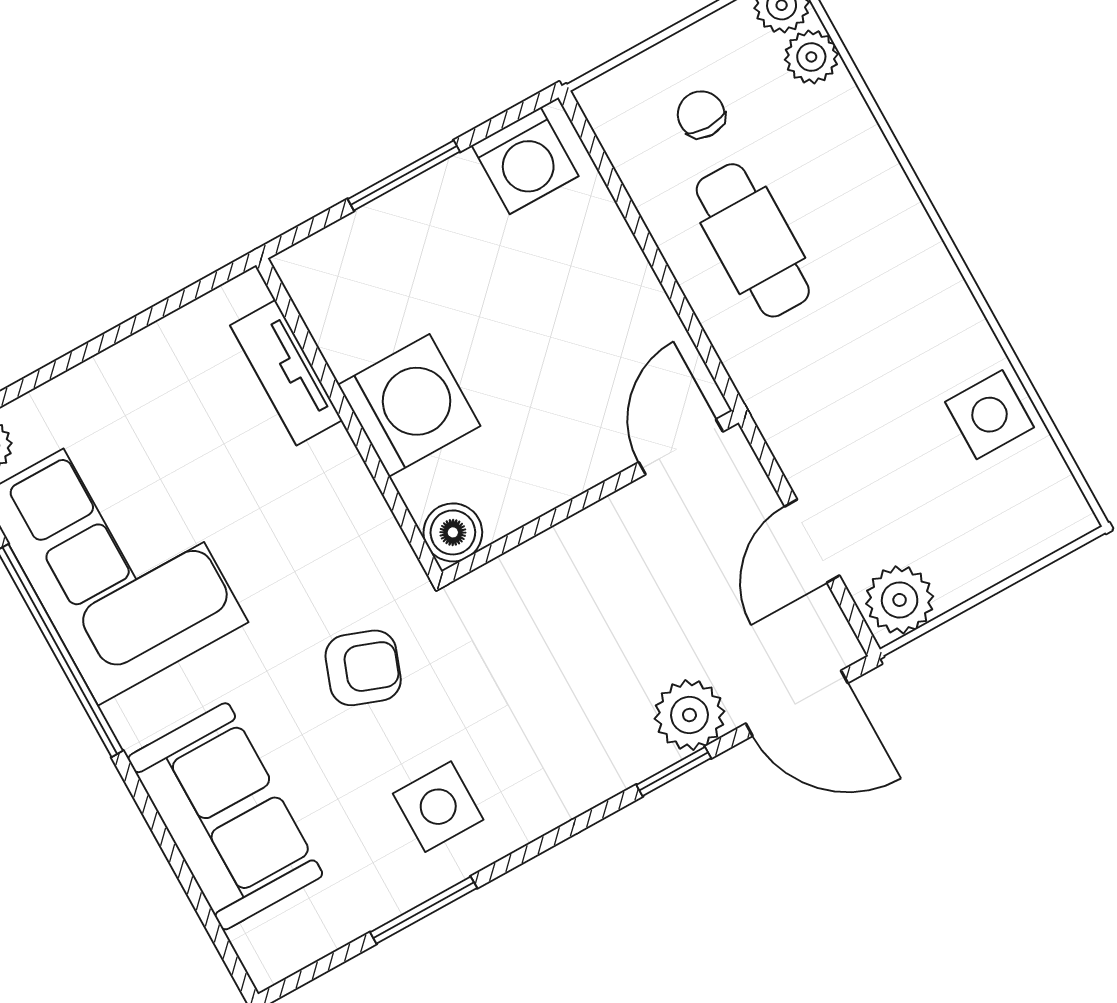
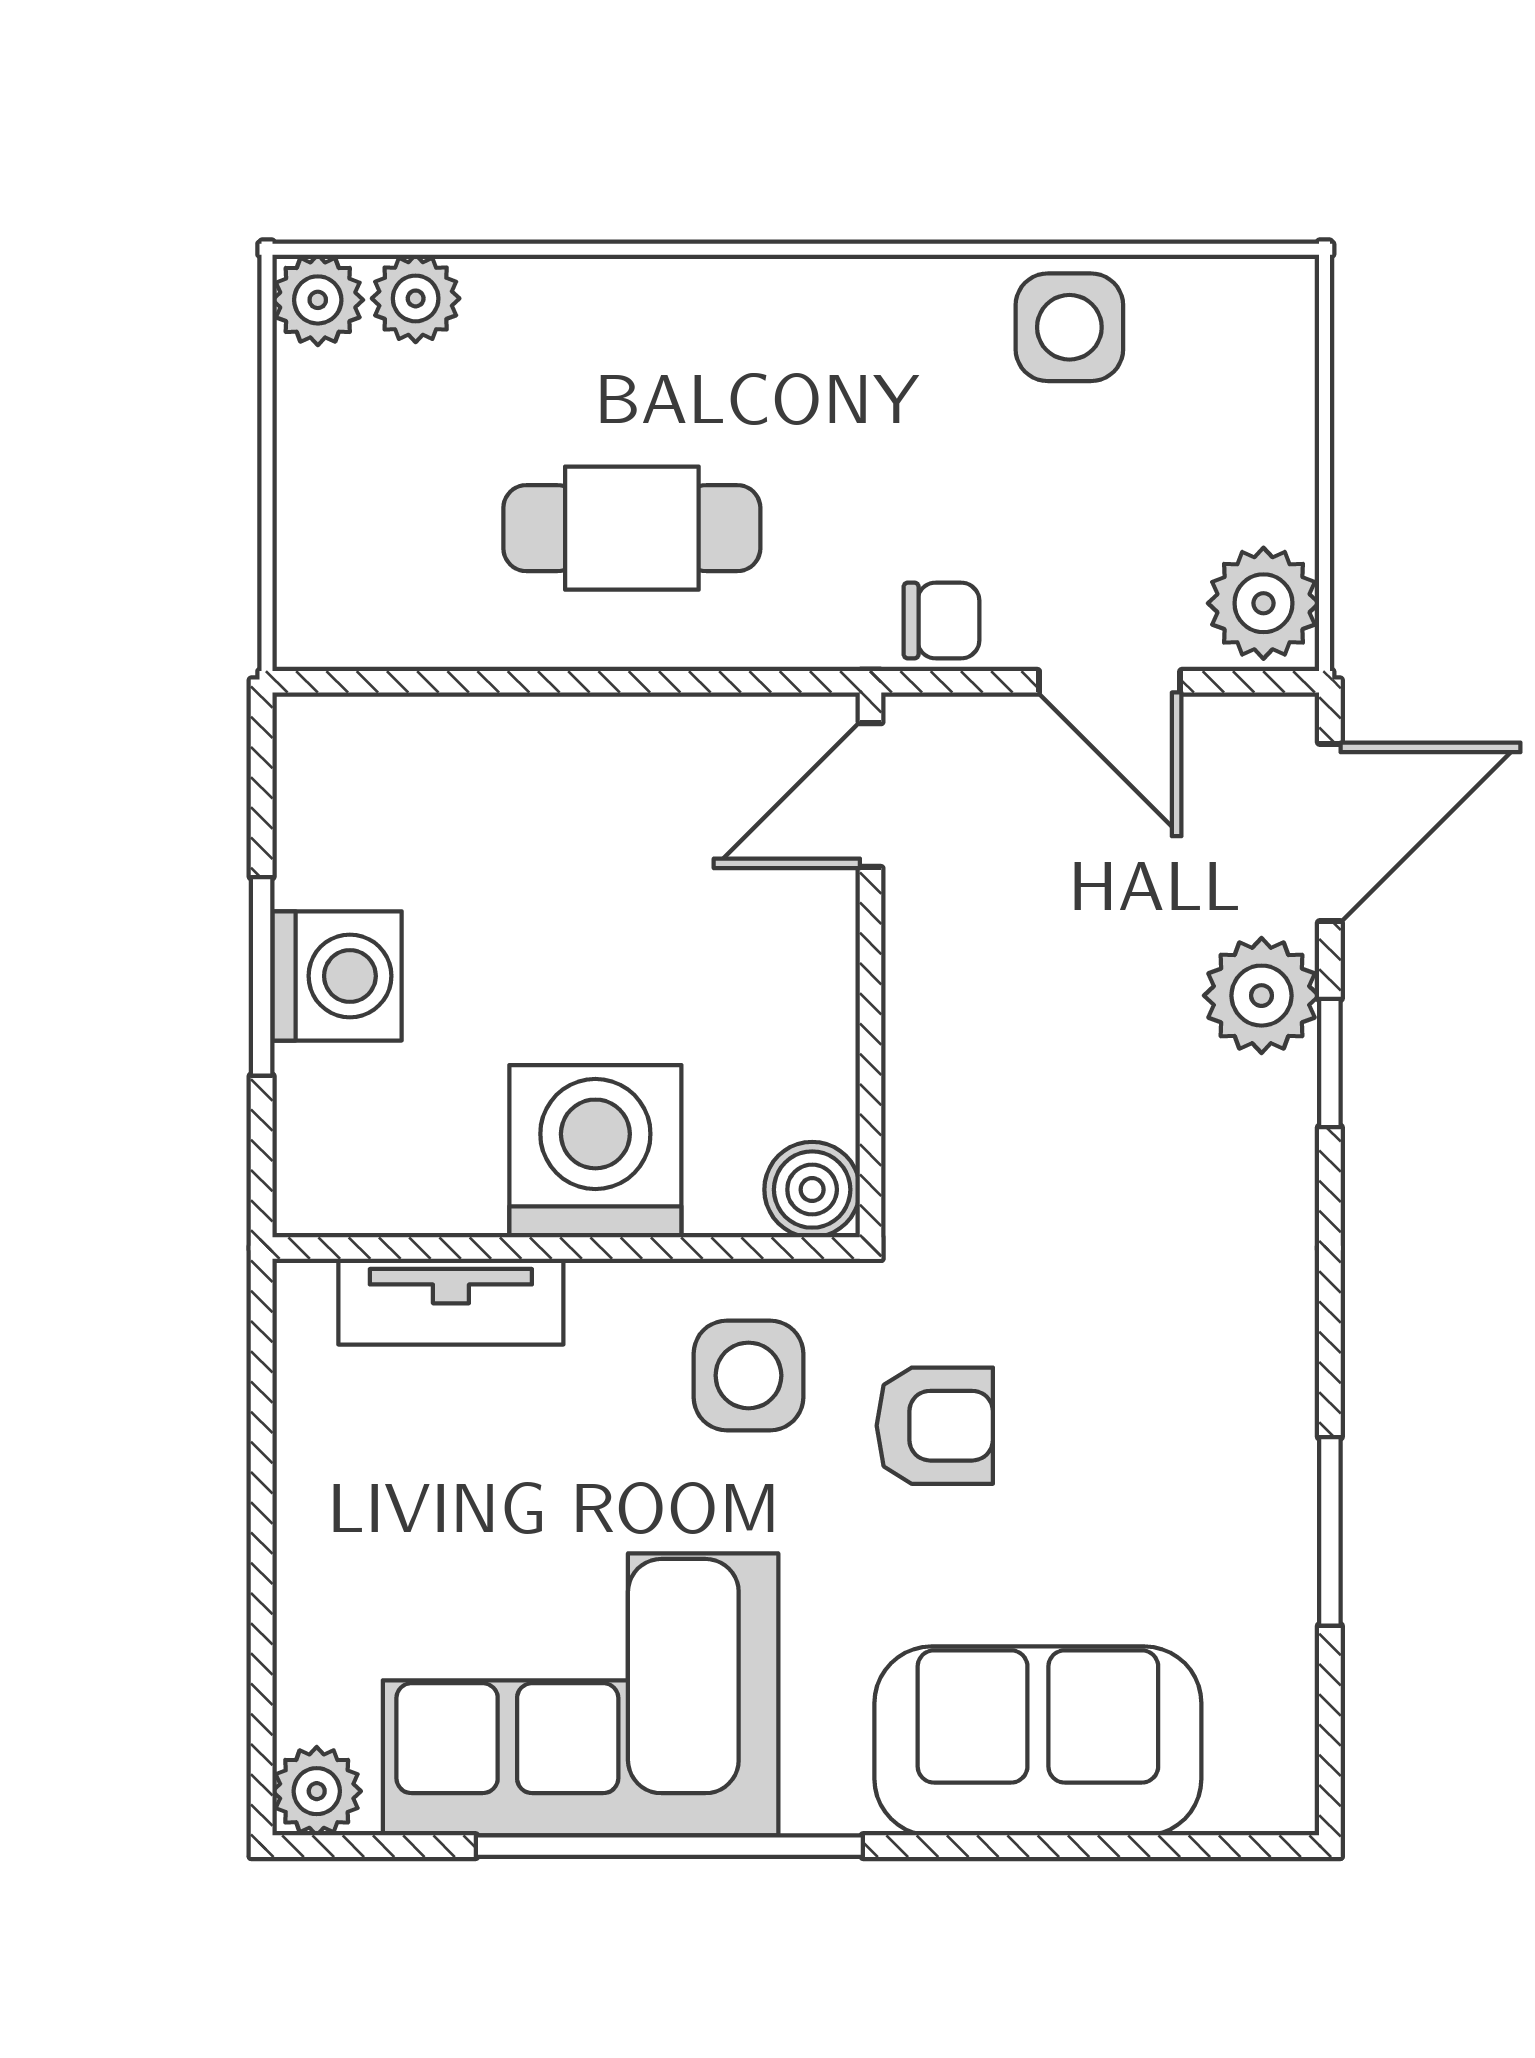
chair: (701, 114) -> (941, 621), moved, turned 180
washing machine: (525, 161) -> (337, 976), moved
door: (681, 447) -> (871, 795), hinge flipped
armchair: (363, 668) -> (935, 1426), turned 70
side table: (438, 807) -> (748, 1375), moved

